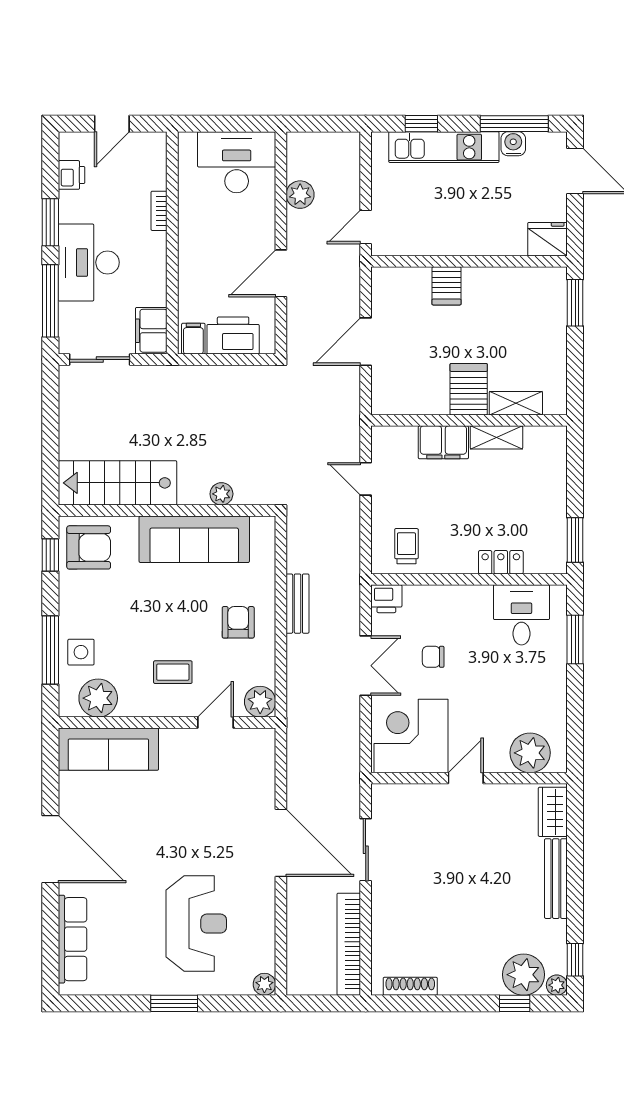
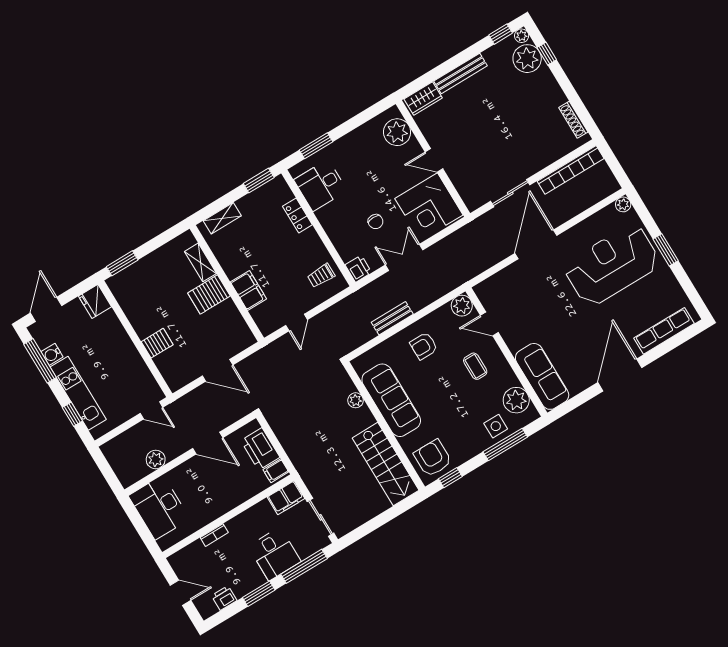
desk: (89, 262) -> (275, 554), width x0.73
shelving: (496, 437) -> (222, 218), moved, turned 90
reception desk: (196, 924) -> (612, 265), width x1.36, depth x1.30

